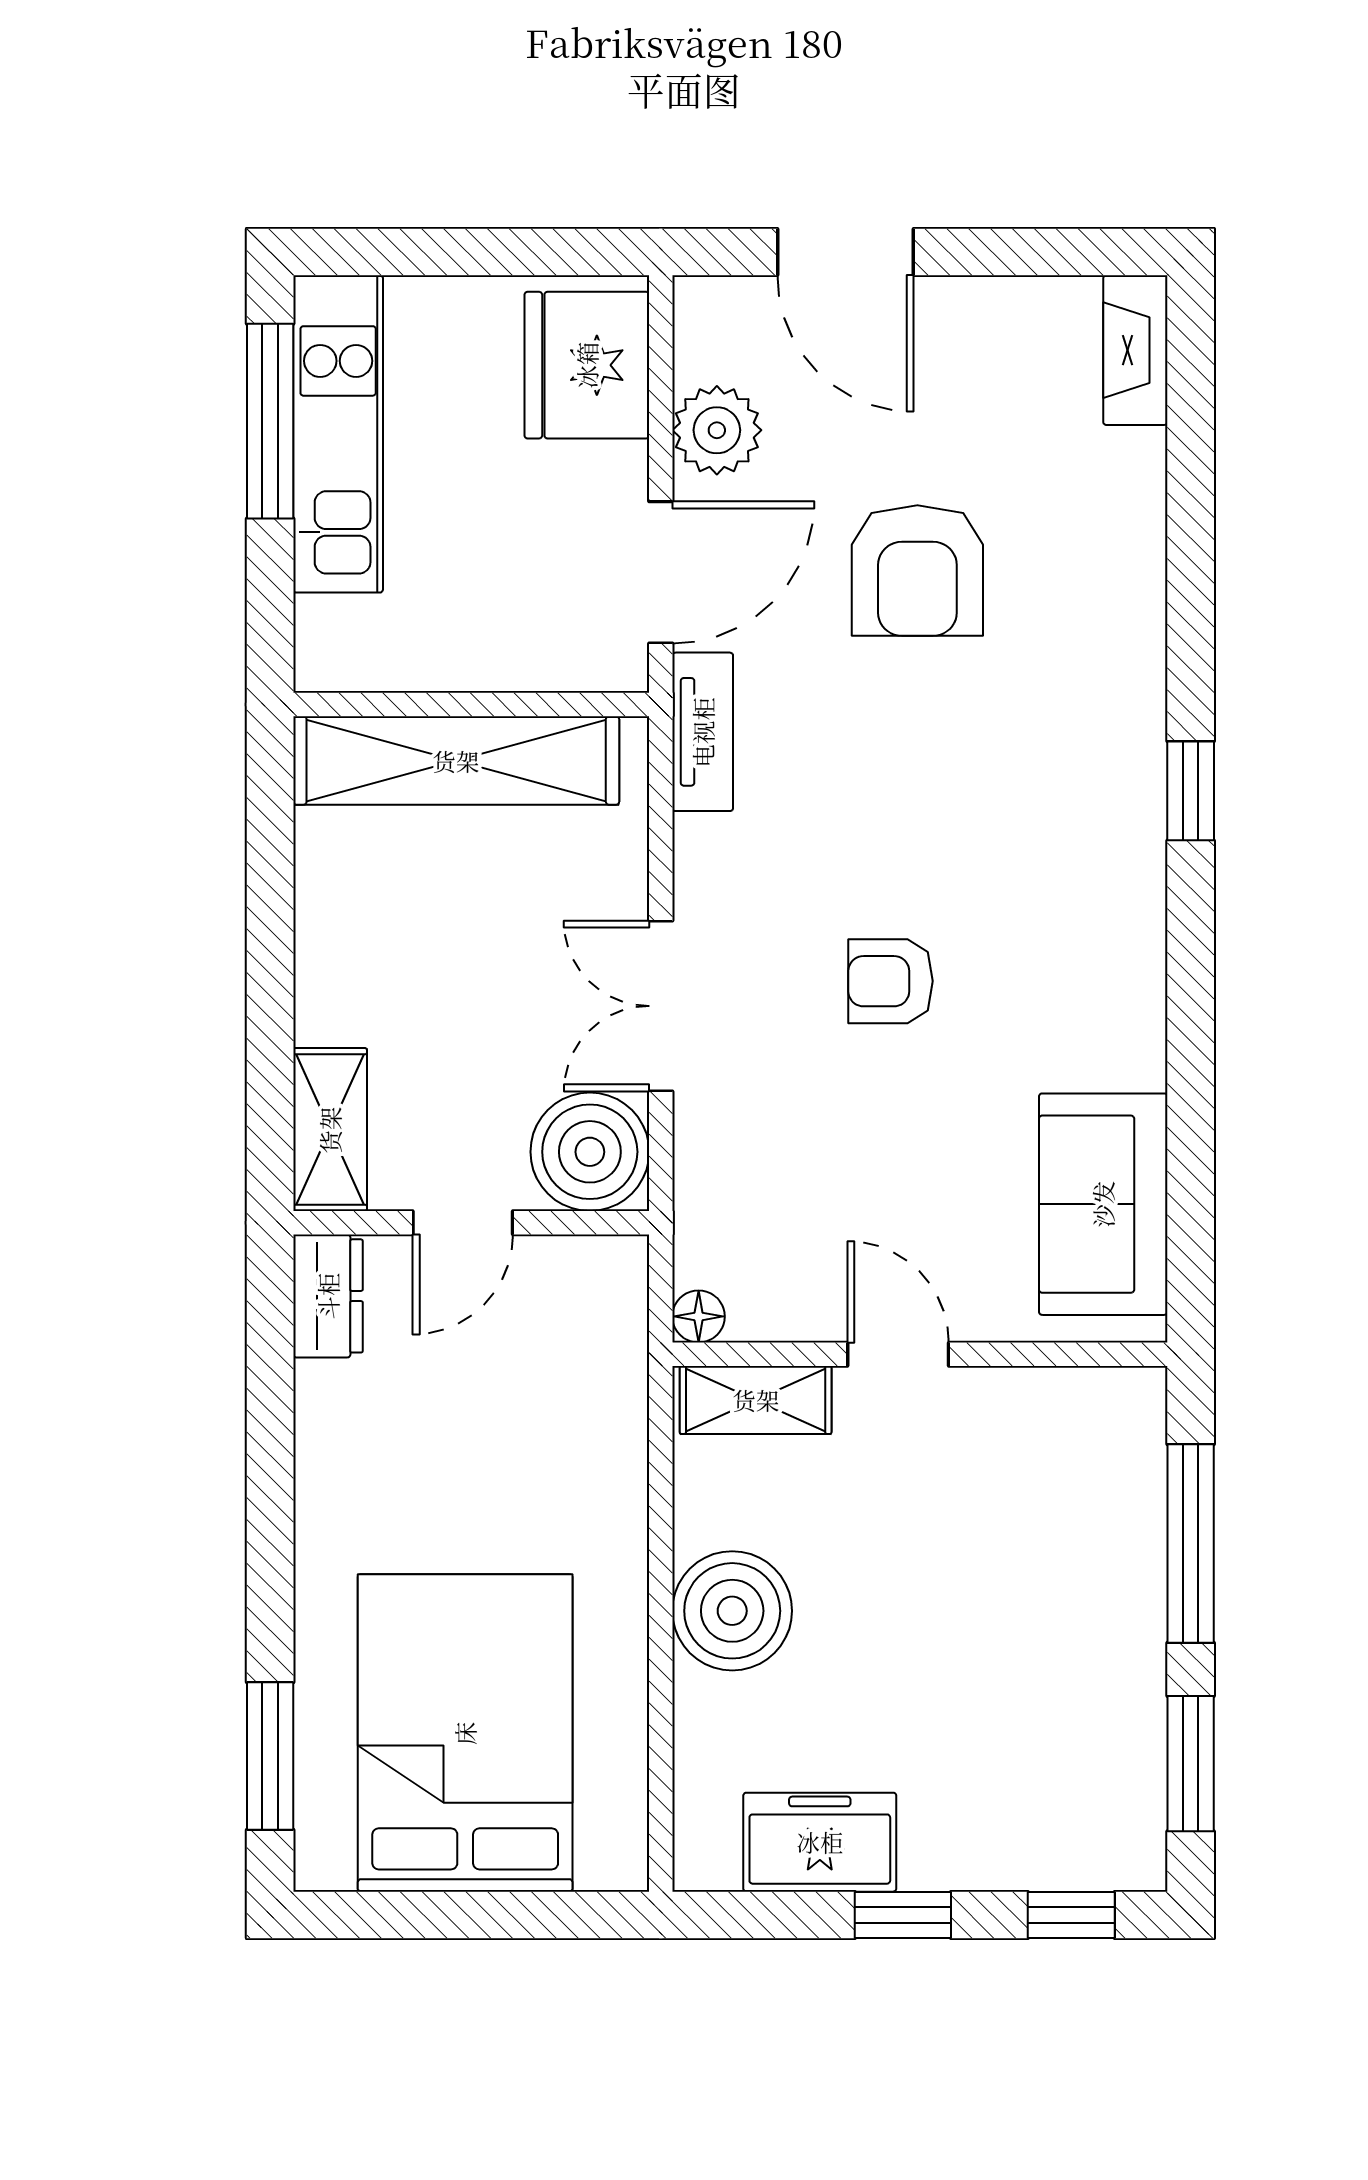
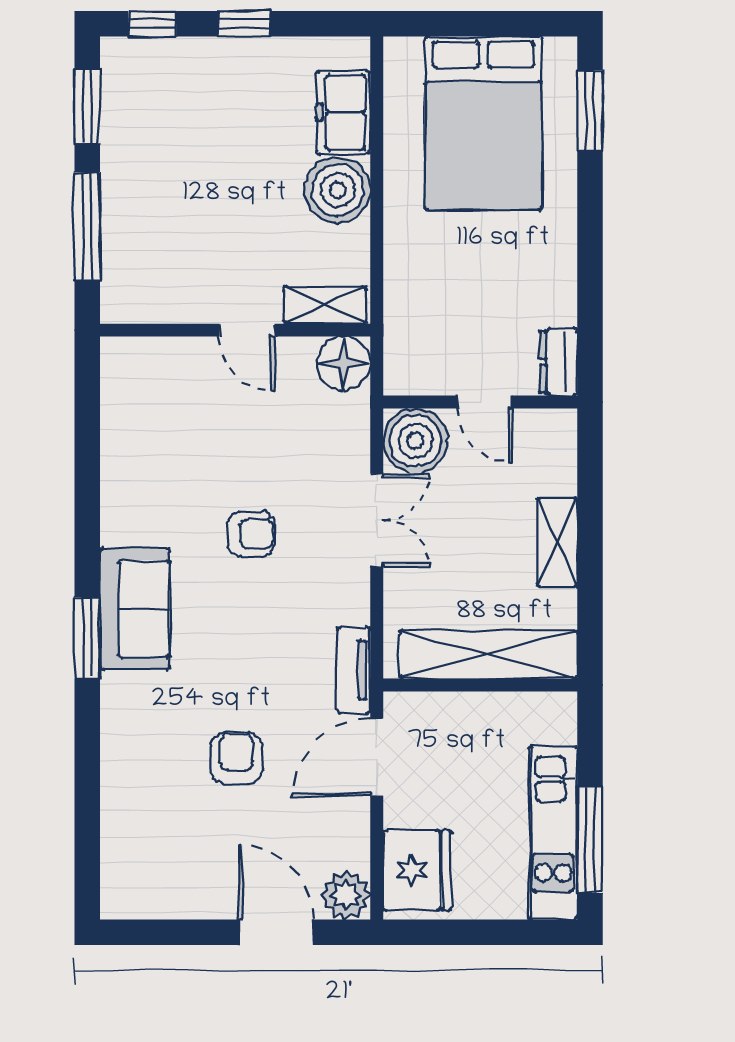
fireplace: (1135, 350) -> (117, 879), removed
plant: (717, 430) -> (346, 895), moved
armchair: (917, 571) -> (236, 758), width x0.72, depth x0.72
window: (1191, 791) -> (87, 638), width x1.50
shelving: (330, 1130) -> (557, 542), moved
sofa: (1103, 1204) -> (135, 609), moved
door: (463, 1223) -> (485, 402), swing flipped
floor lamp: (699, 1316) -> (343, 363), width x1.89, depth x1.89
freezer: (820, 1842) -> (343, 112), moved, turned 90

